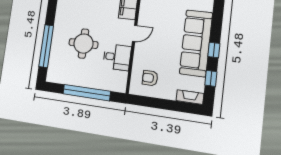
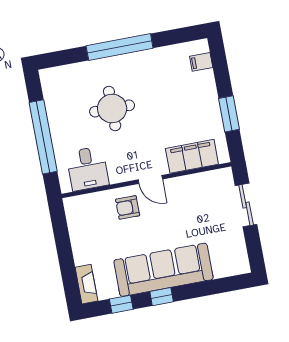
window: (46, 46) -> (120, 47), moved
desk: (117, 57) -> (88, 169), moved
armchair: (150, 78) -> (128, 207), moved, turned -90

